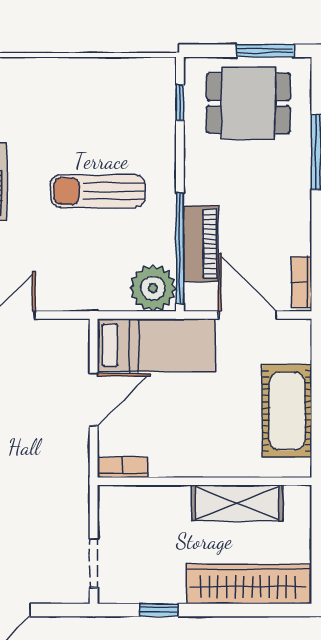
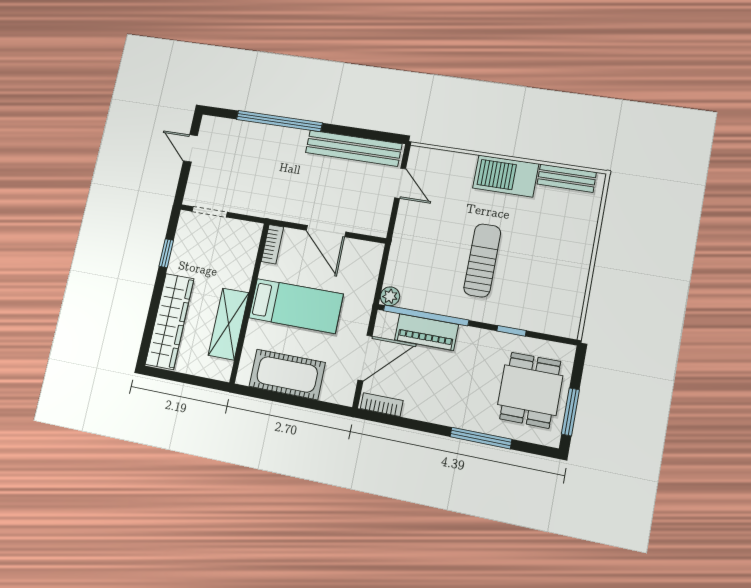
window: (180, 103) -> (512, 331), moved
plant: (153, 288) -> (390, 296), width x0.53, depth x0.53
bed: (156, 345) -> (296, 306), moved, turned -90

